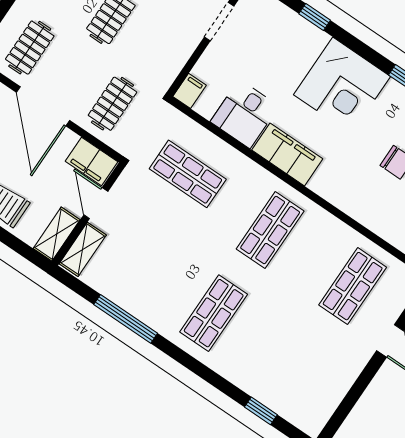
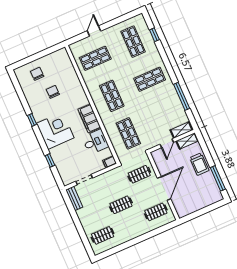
filing cabinet: (92, 161) -> (159, 159), removed
shop shelf: (270, 230) -> (112, 96), turned 90
shop shelf: (296, 369) -> (133, 42), added

